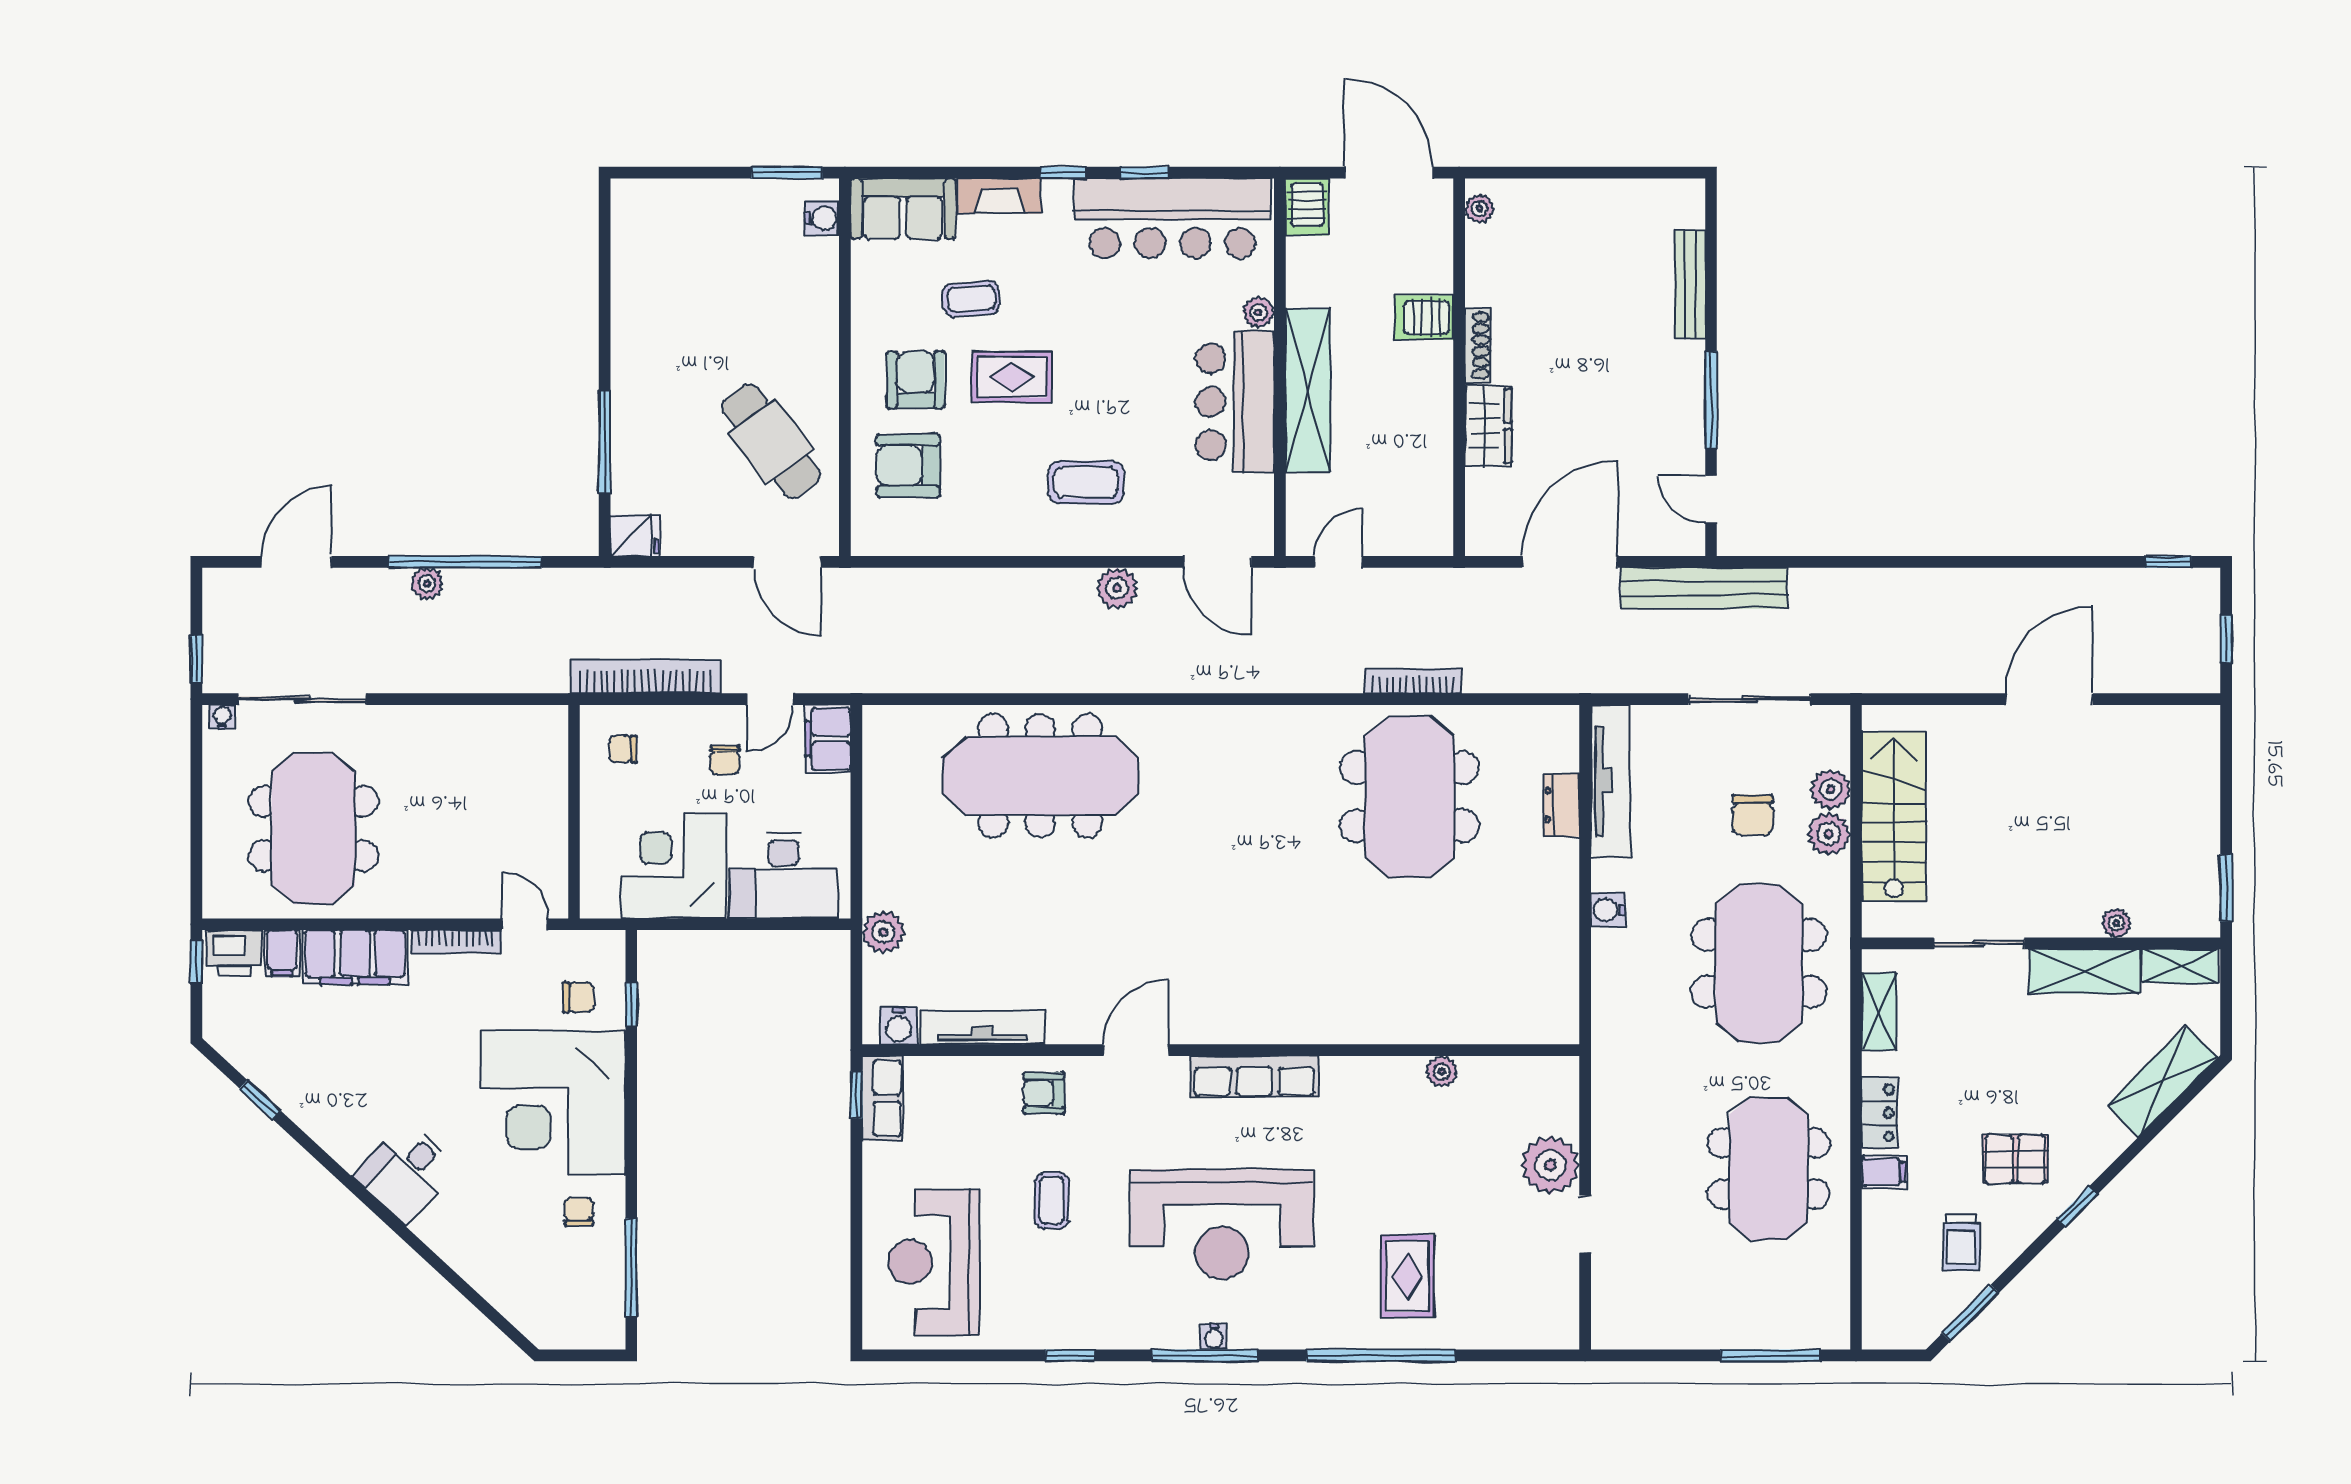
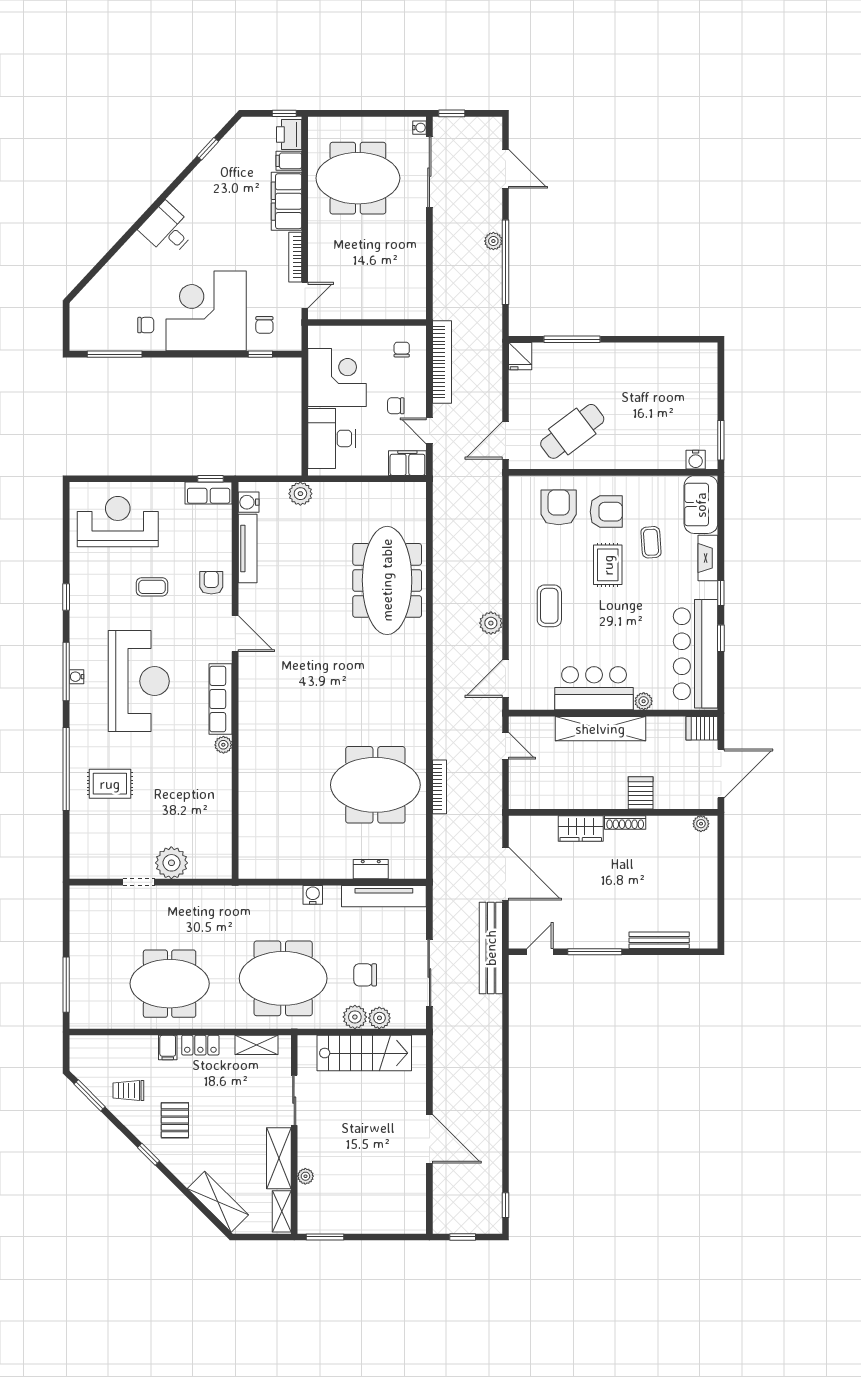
plant: (1442, 1071) -> (223, 745), moved
reception desk: (1222, 1224) -> (139, 681), turned 180

